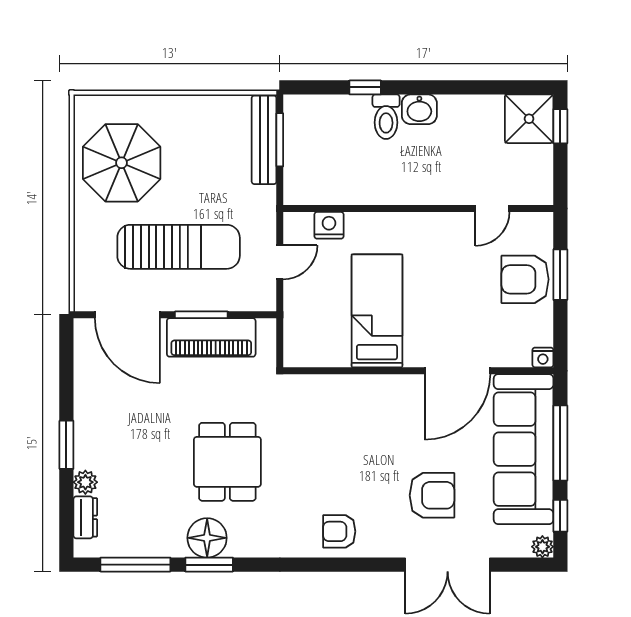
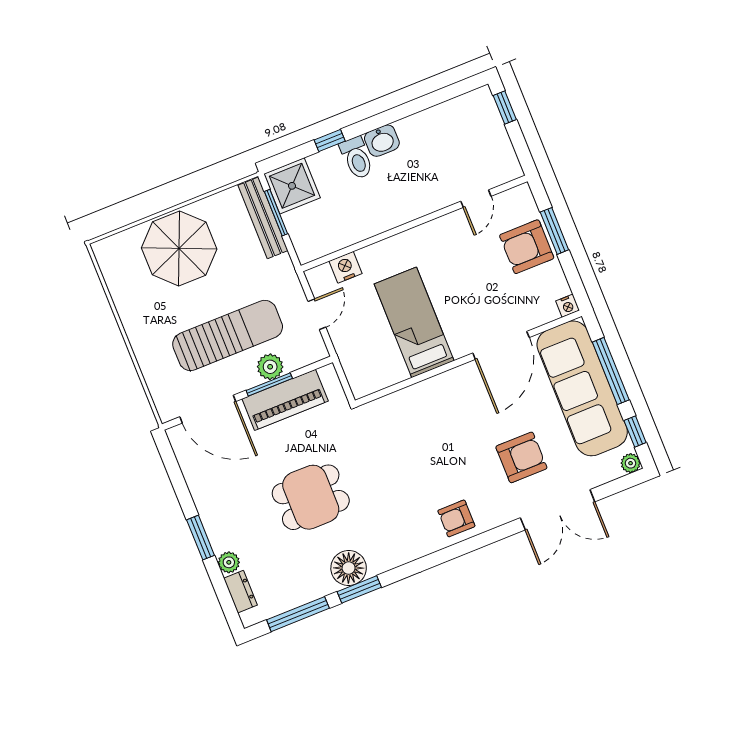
shower: (529, 119) -> (292, 186), moved
parasol: (122, 163) -> (179, 248), moved
plant: (210, 297) -> (270, 367), added
dining table: (227, 462) -> (311, 497), moved, turned 90

